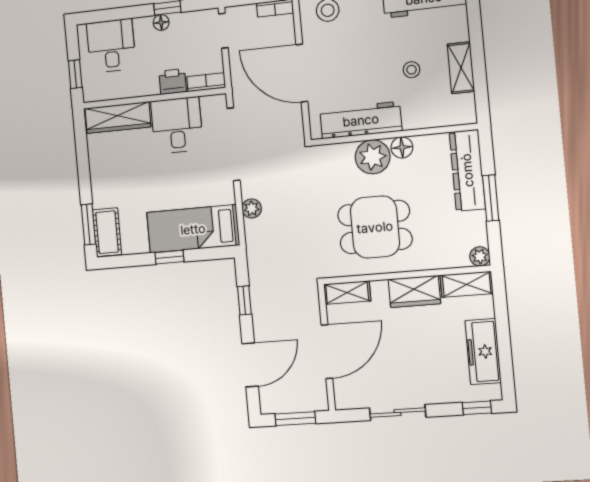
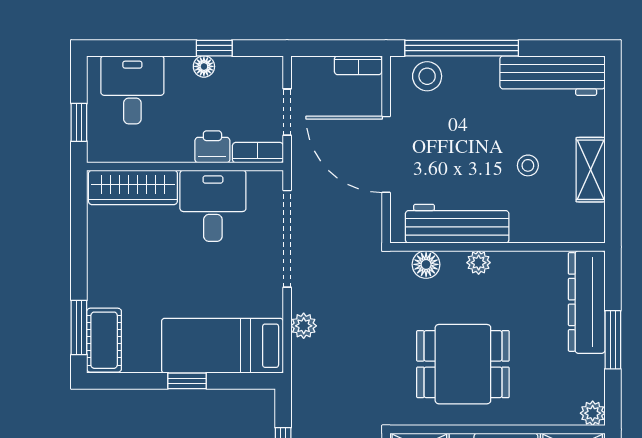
doorway: (223, 31) -> (287, 112), moved
floor lamp: (402, 147) -> (426, 264), moved
plant: (373, 157) -> (479, 263), width x0.53, depth x0.53

